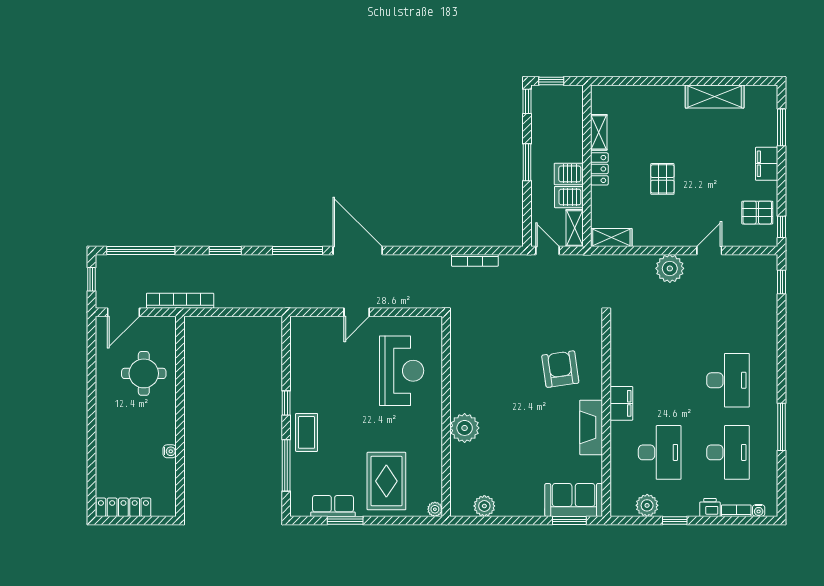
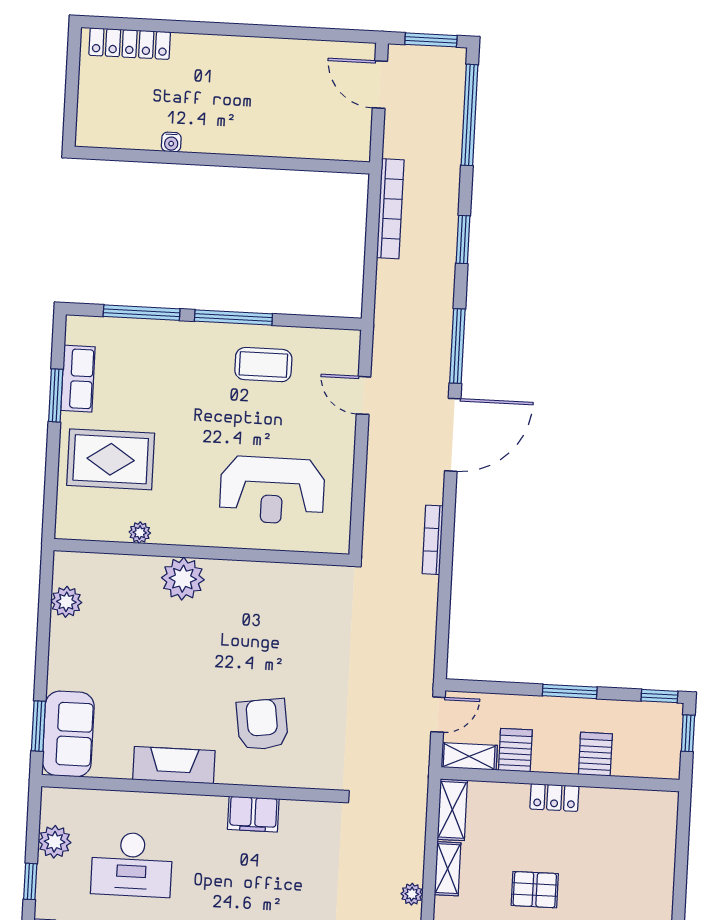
shelving: (599, 132) -> (448, 869), moved, turned 90
server rack: (569, 174) -> (595, 754), moved
bookcase: (475, 260) -> (433, 540), moved
plant: (670, 268) -> (412, 894), width x0.53, depth x0.53
window: (91, 279) -> (431, 40), width x1.50
bookcase: (180, 301) -> (390, 209), moved
door: (357, 312) -> (364, 395), moved
armchair: (560, 369) -> (262, 724), turned -90
round table: (144, 373) -> (288, 110), removed
window: (286, 403) -> (233, 317), width x2.17
filing cabinet: (621, 403) -> (253, 814), moved
coffee table: (307, 432) -> (263, 365), moved
locker: (123, 507) -> (130, 44), moved, turned 90
plant: (435, 509) -> (140, 533), moved

